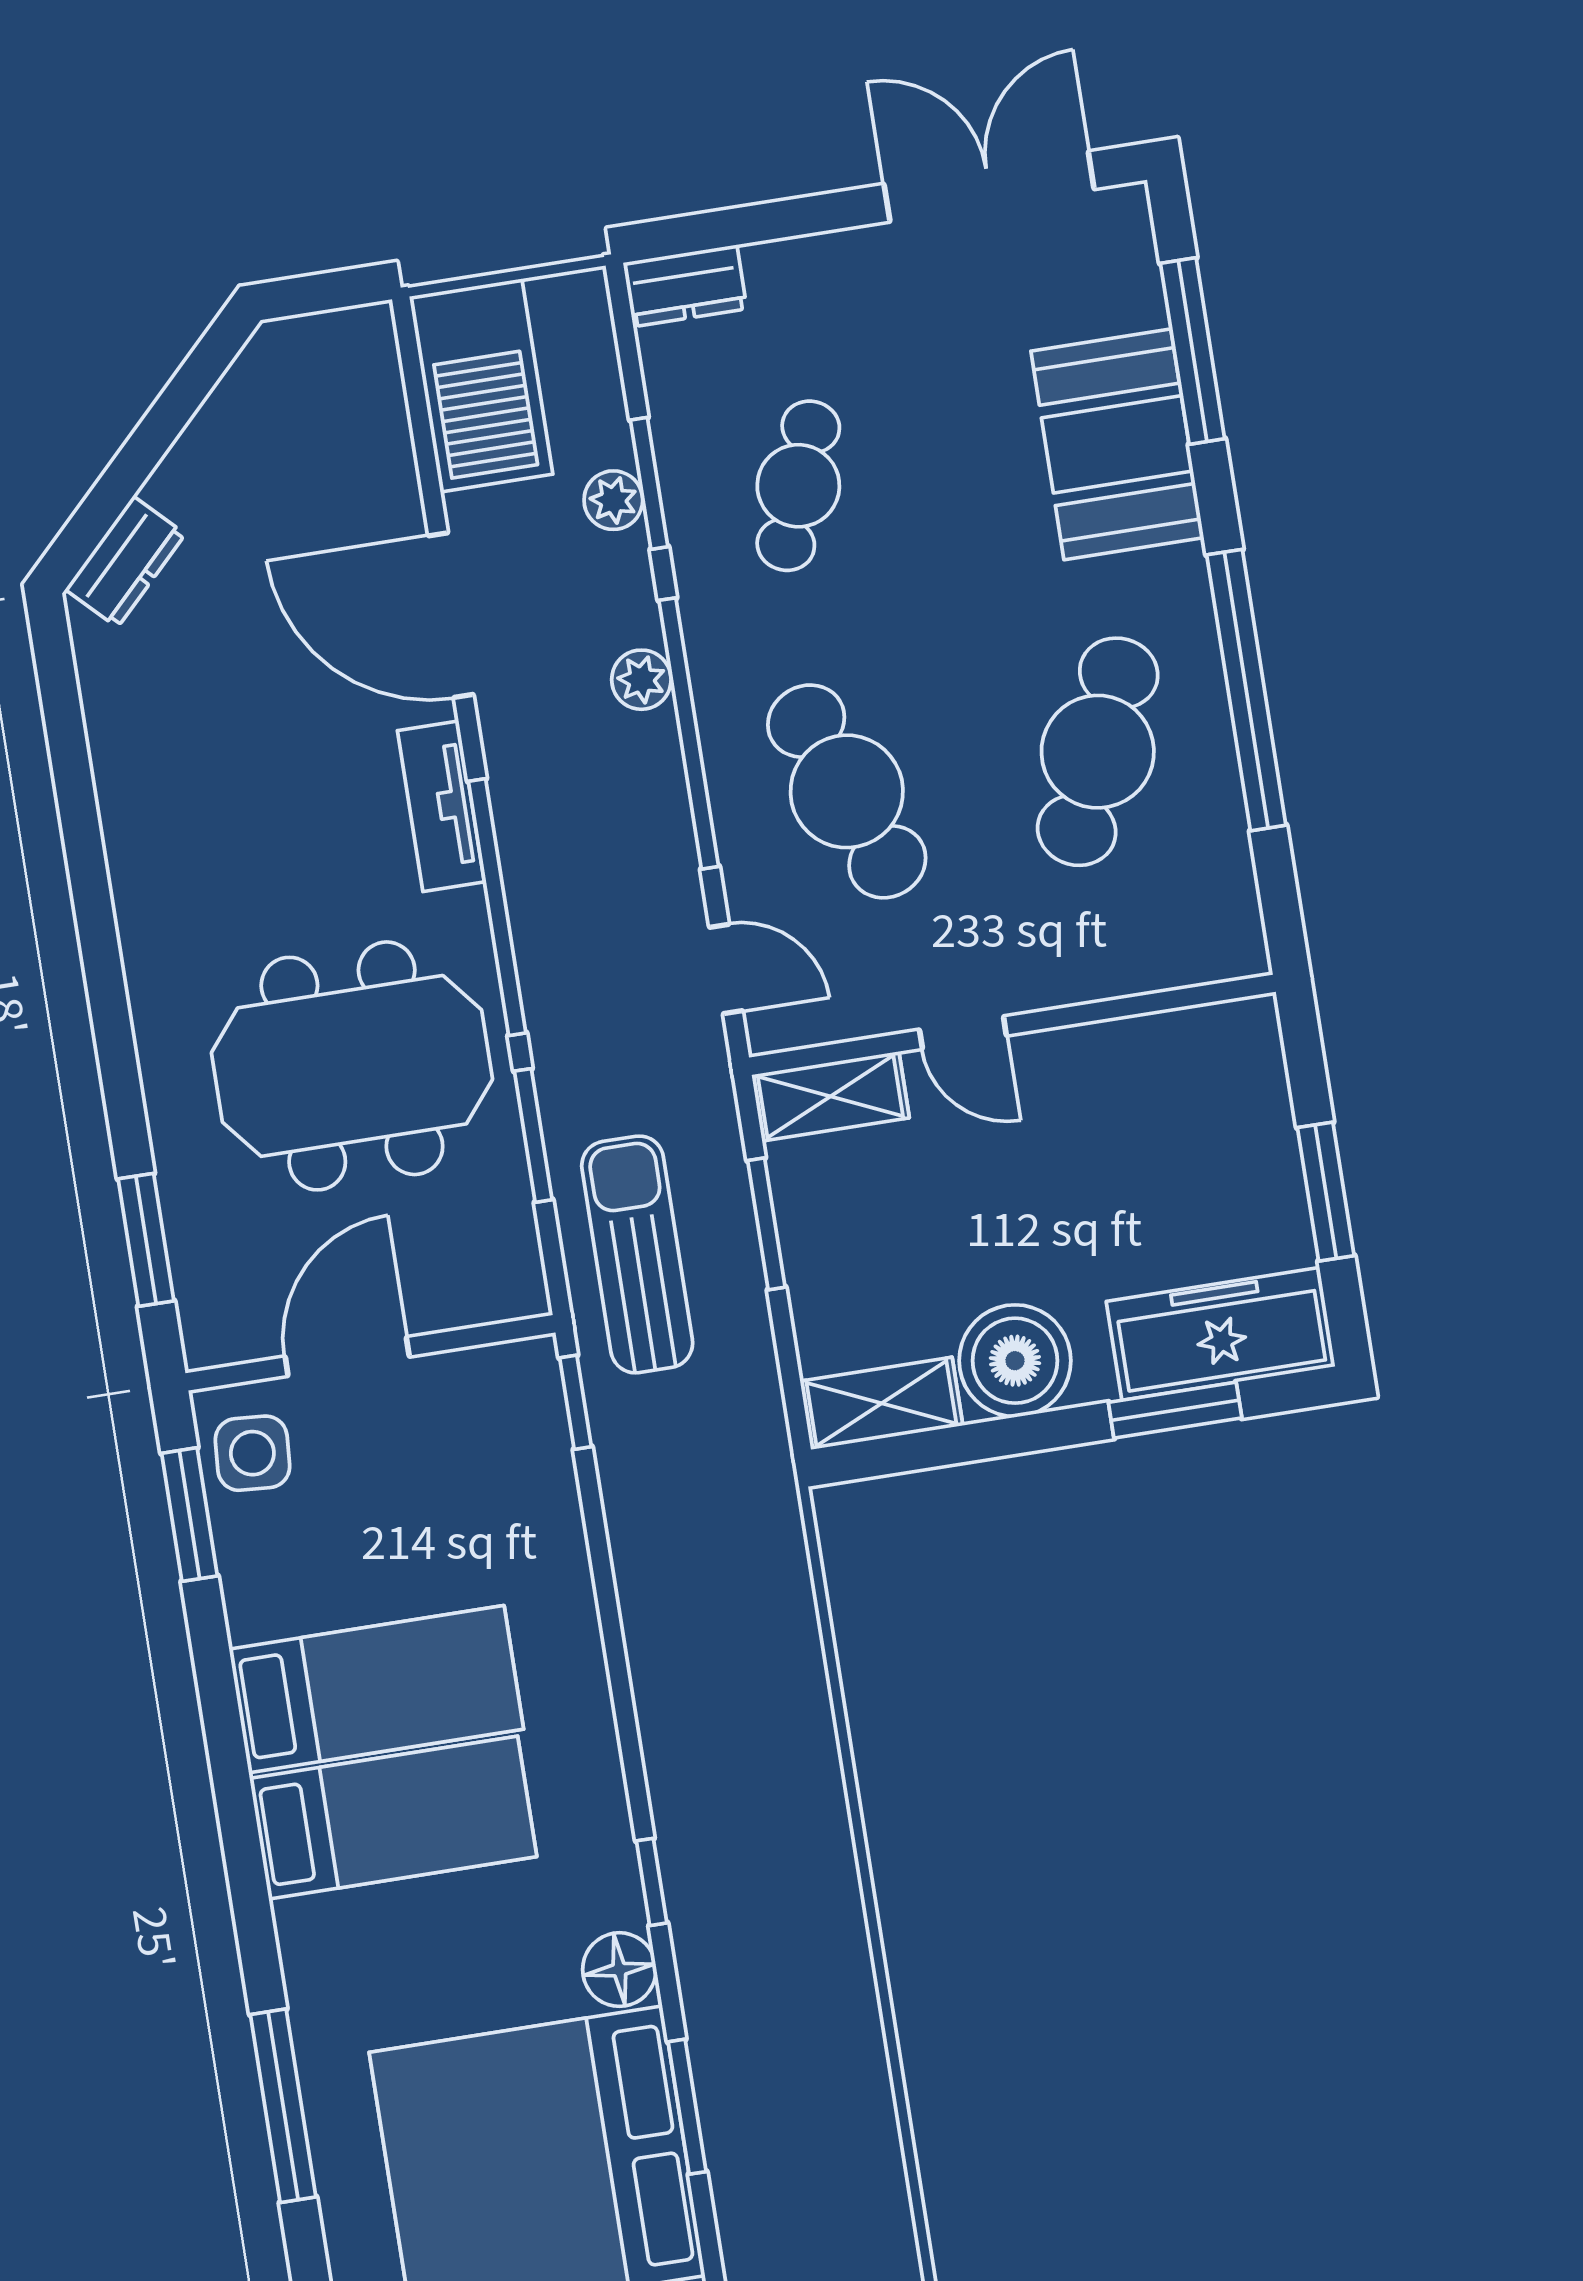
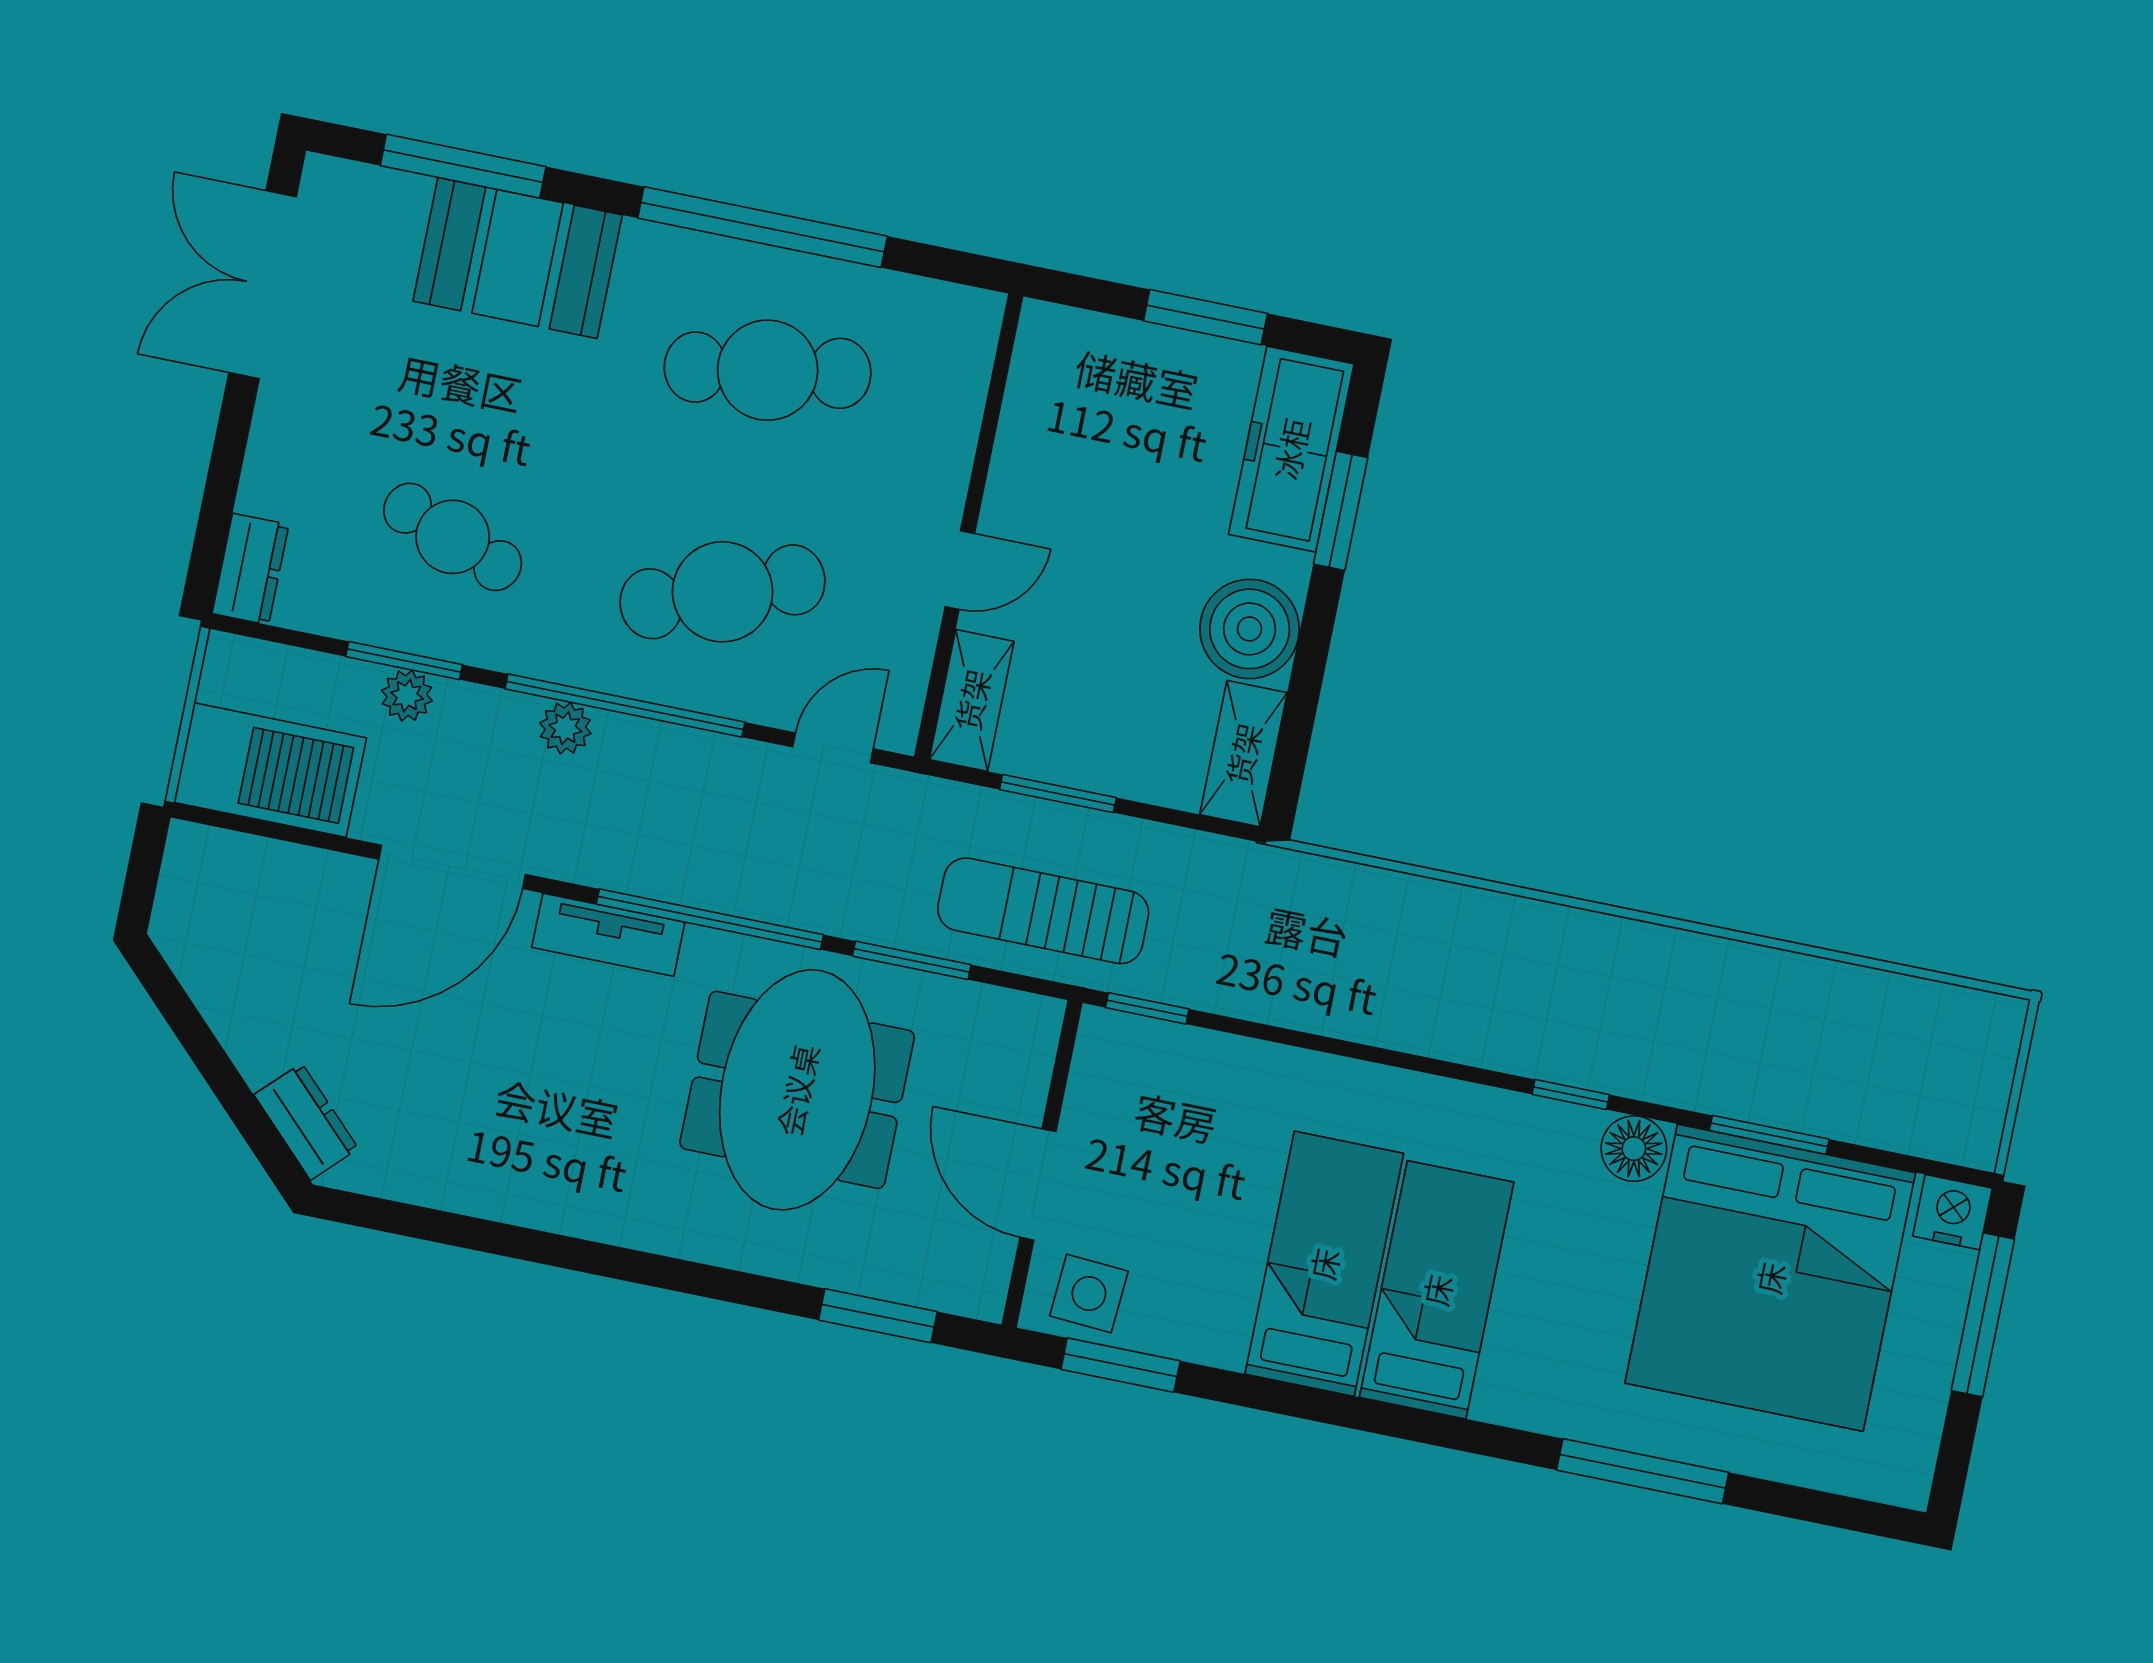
cafe table: (1098, 752) -> (768, 370), turned -33

